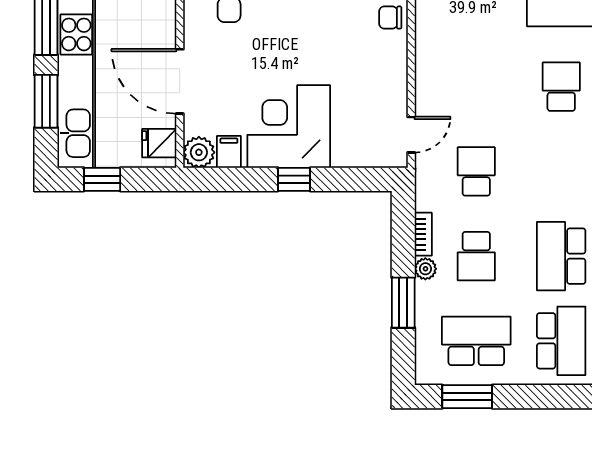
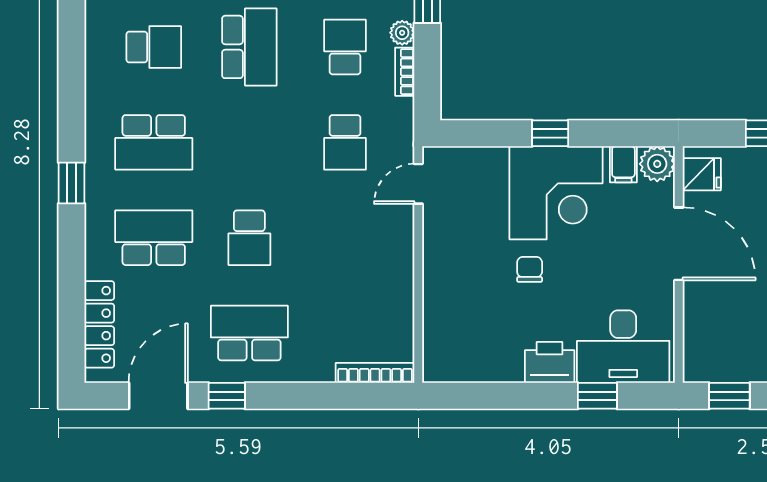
chair: (390, 18) -> (530, 269), moved, turned -90

